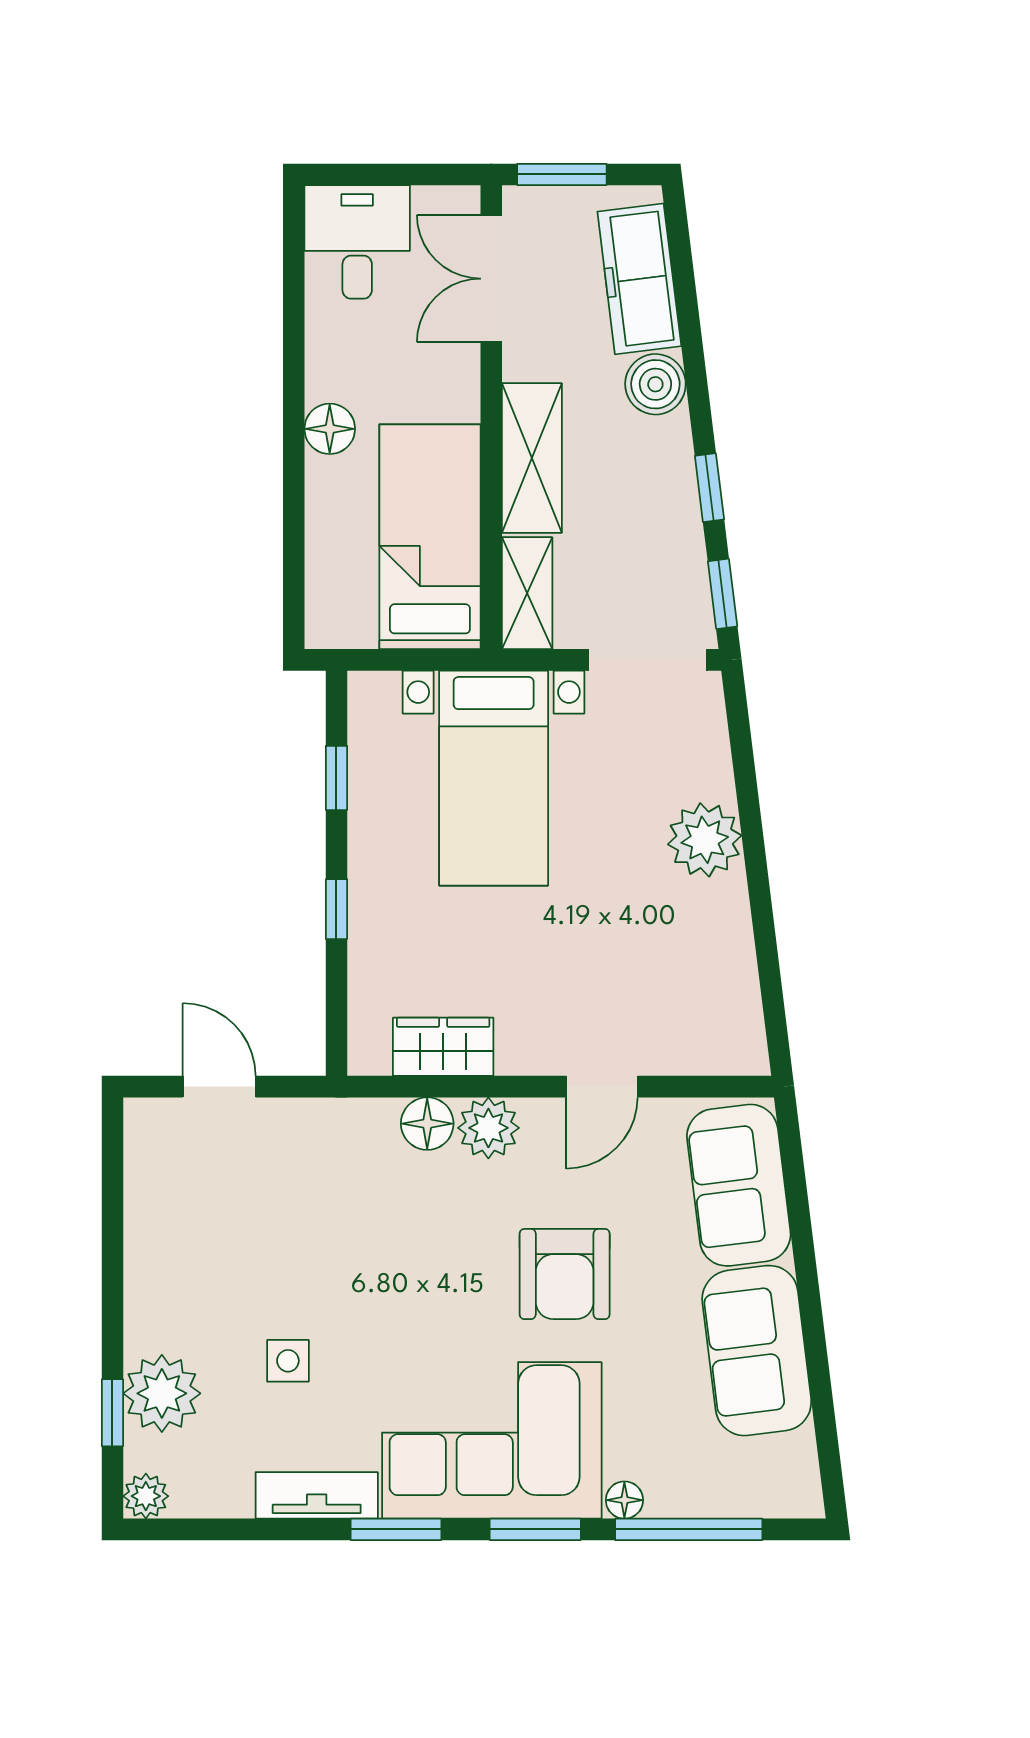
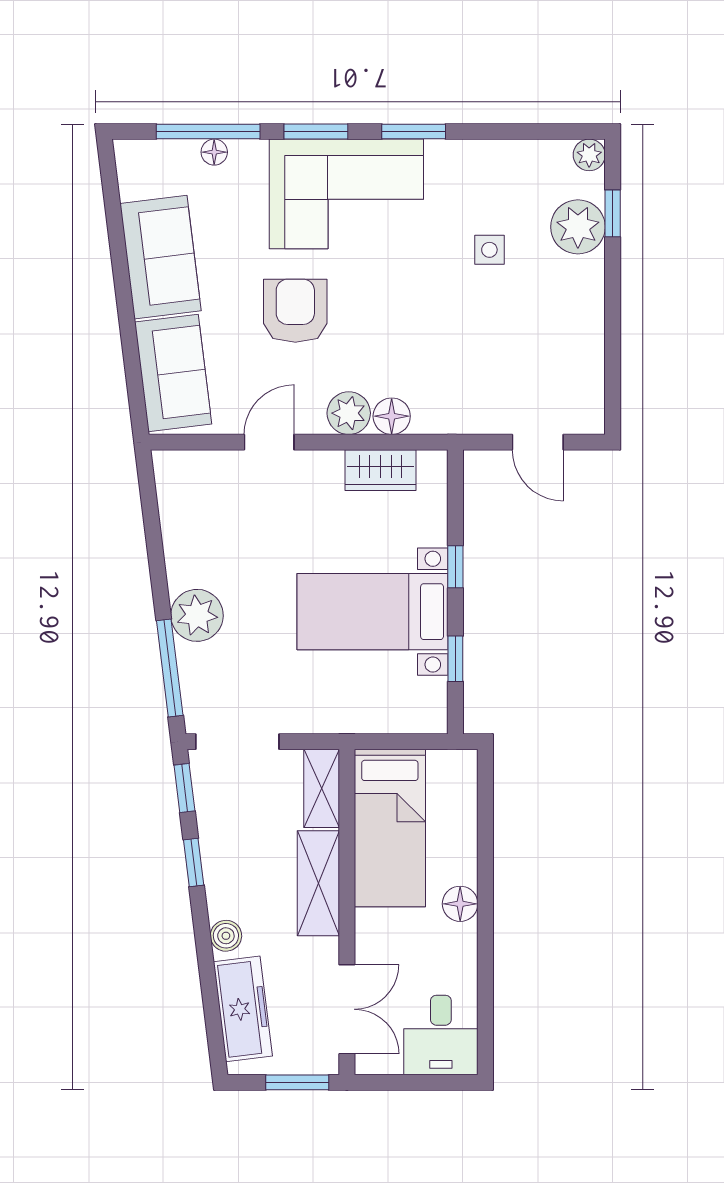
boiler: (655, 384) -> (226, 936), width x0.73, depth x0.73
window: (744, 765) -> (170, 668), added
bed with nightstands: (494, 778) -> (372, 612), moved, turned -90
tv unit: (317, 1495) -> (469, 155), removed
floor lamp: (624, 1500) -> (214, 152), moved

